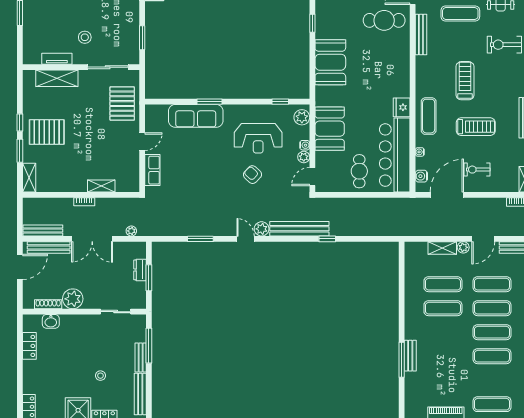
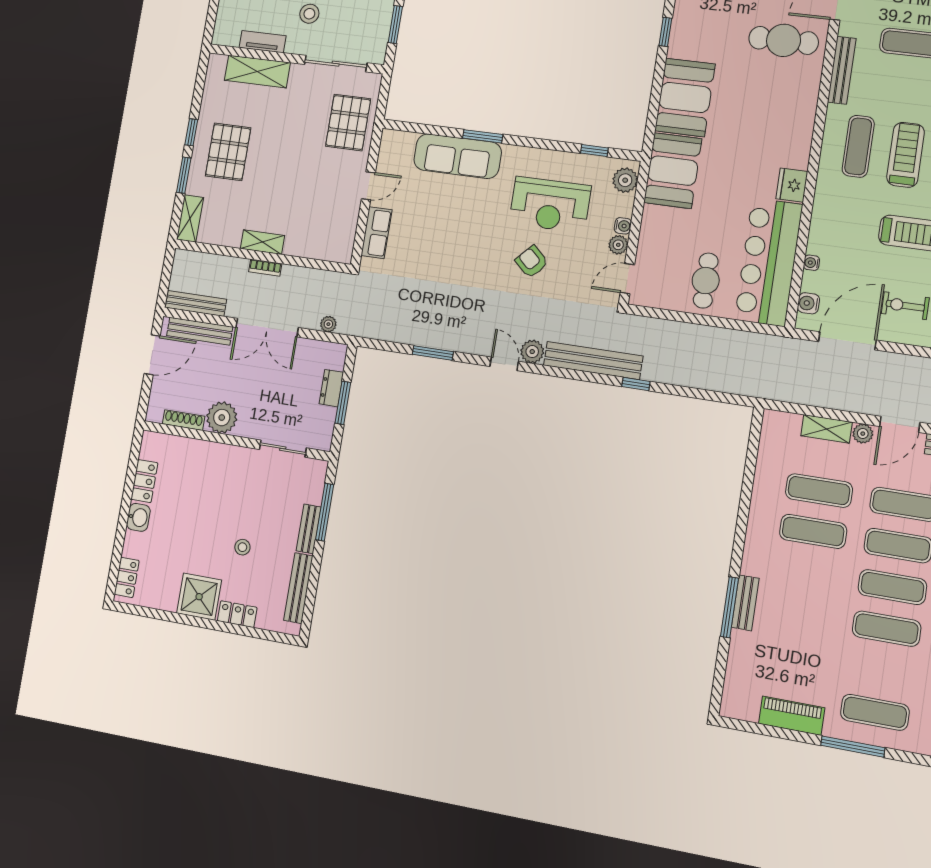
exercise mat: (429, 116) -> (858, 146), moved
booth: (330, 129) -> (673, 171), moved
pallet: (47, 132) -> (228, 152), turned 90
shelving: (101, 186) -> (262, 242), moved
washbasin: (51, 321) -> (138, 517), moved, turned -90

